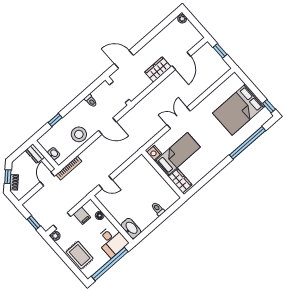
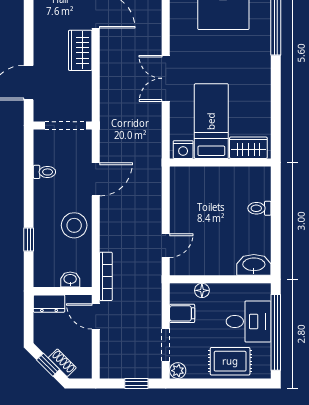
desk: (112, 241) -> (249, 321), moved

